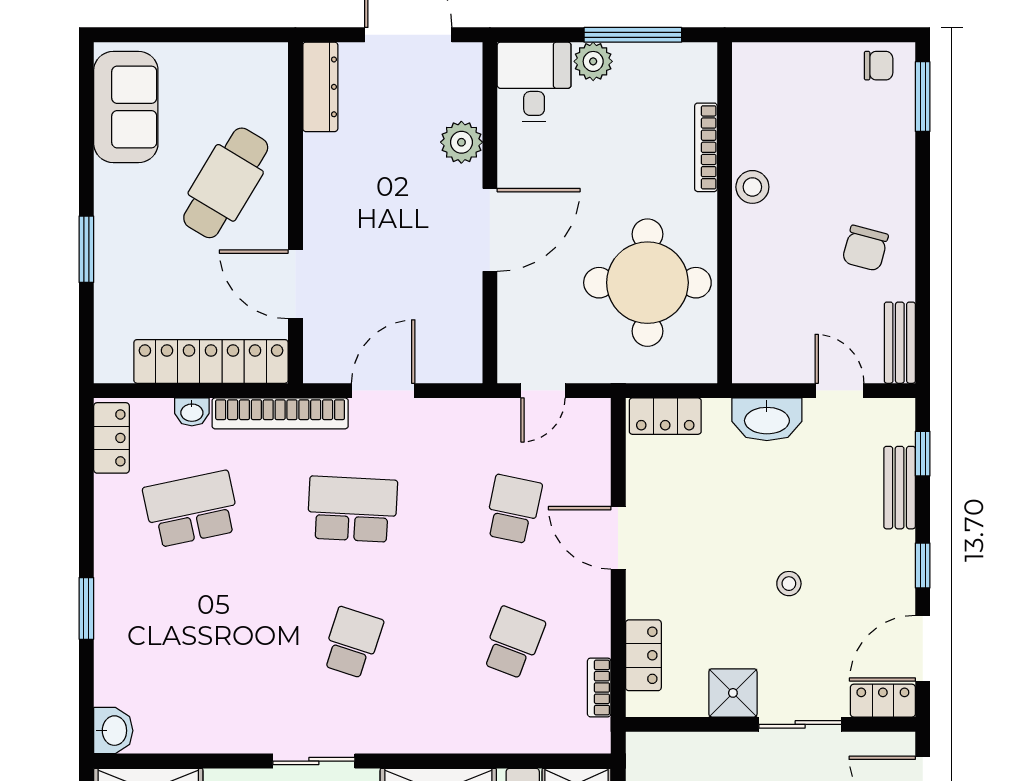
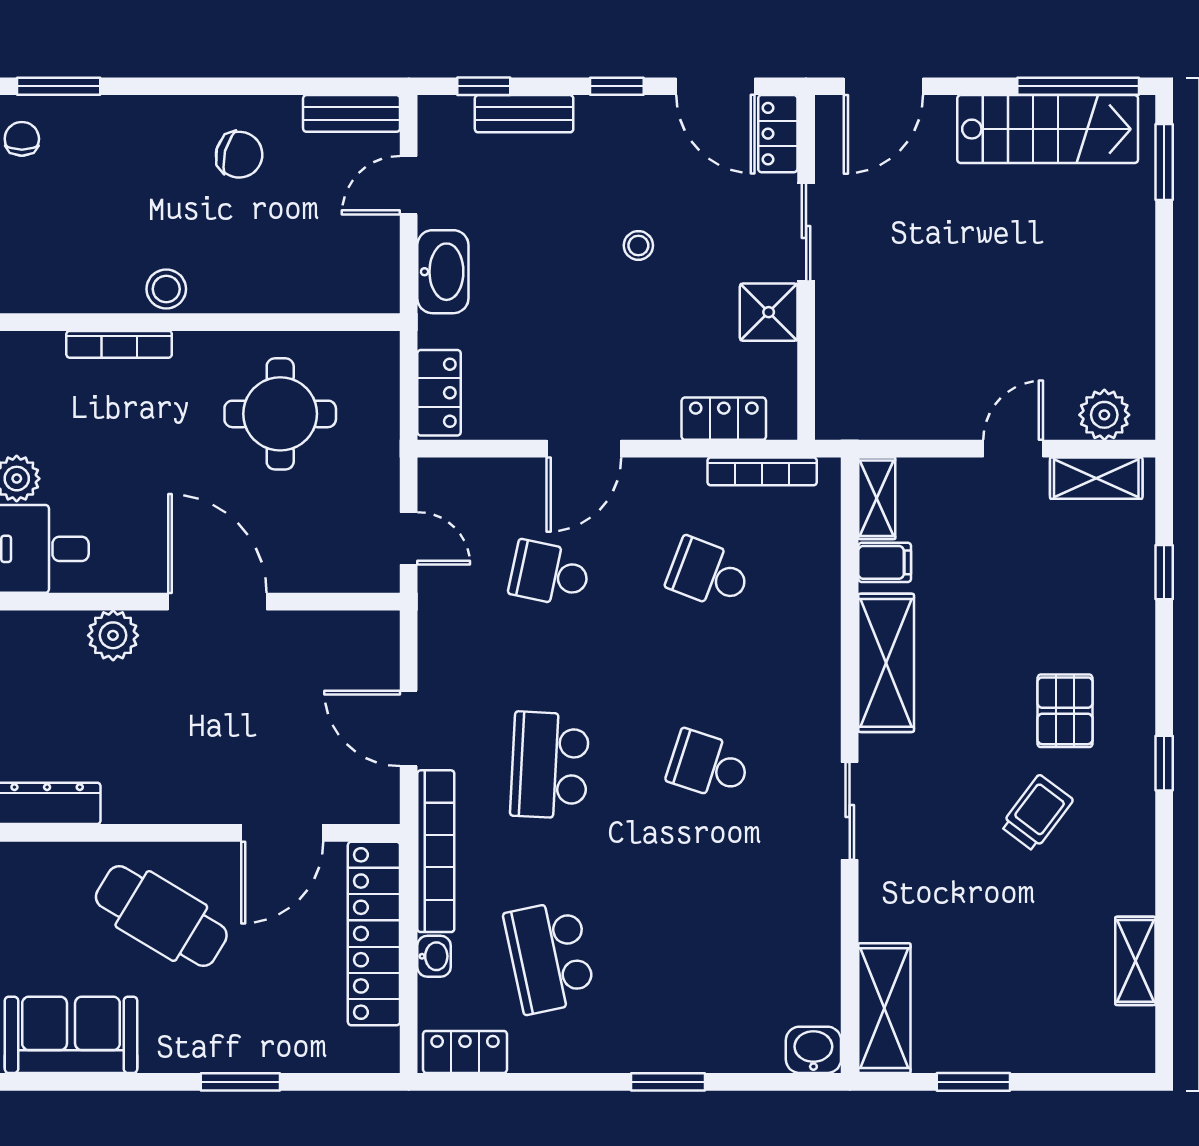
round table: (647, 283) -> (280, 414), width x0.73, depth x0.73
bookcase: (599, 687) -> (762, 471), width x1.56

